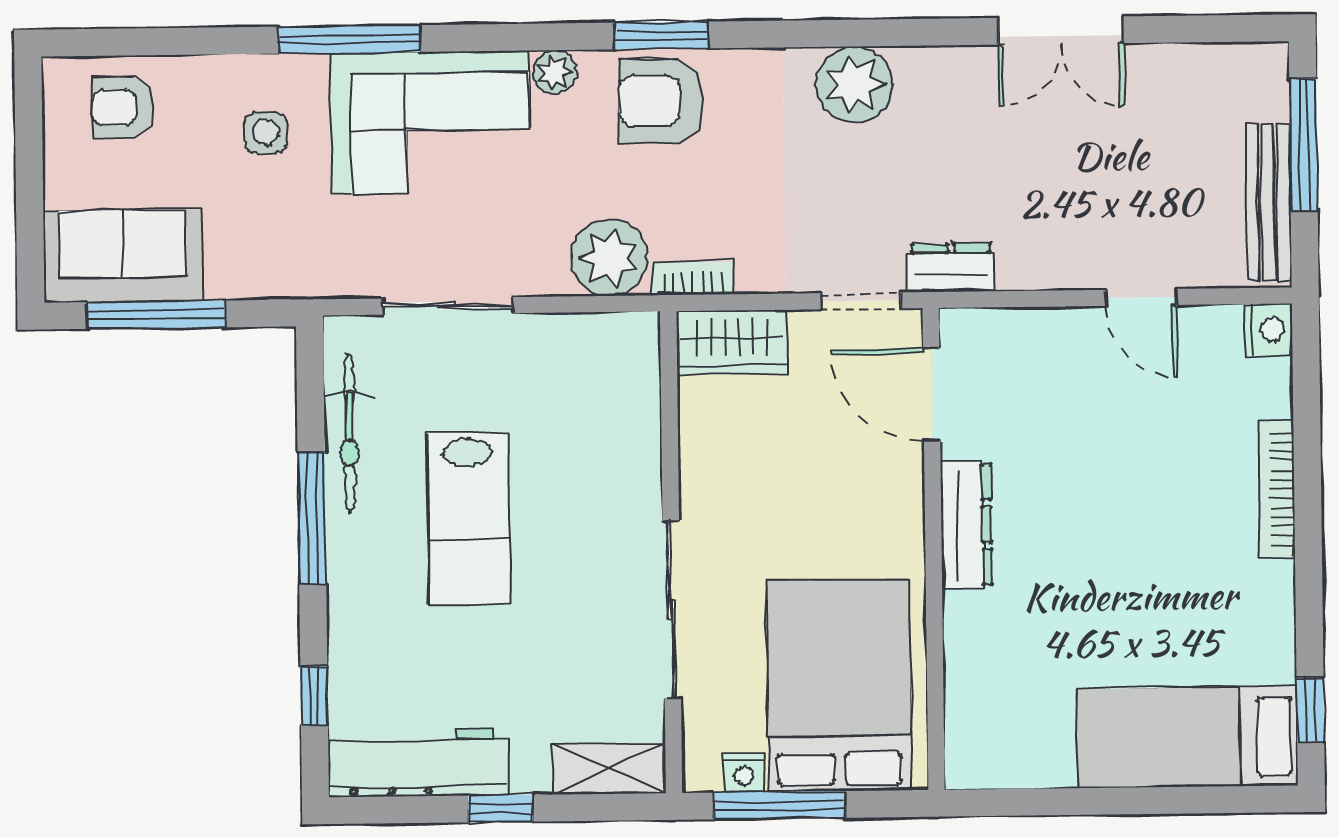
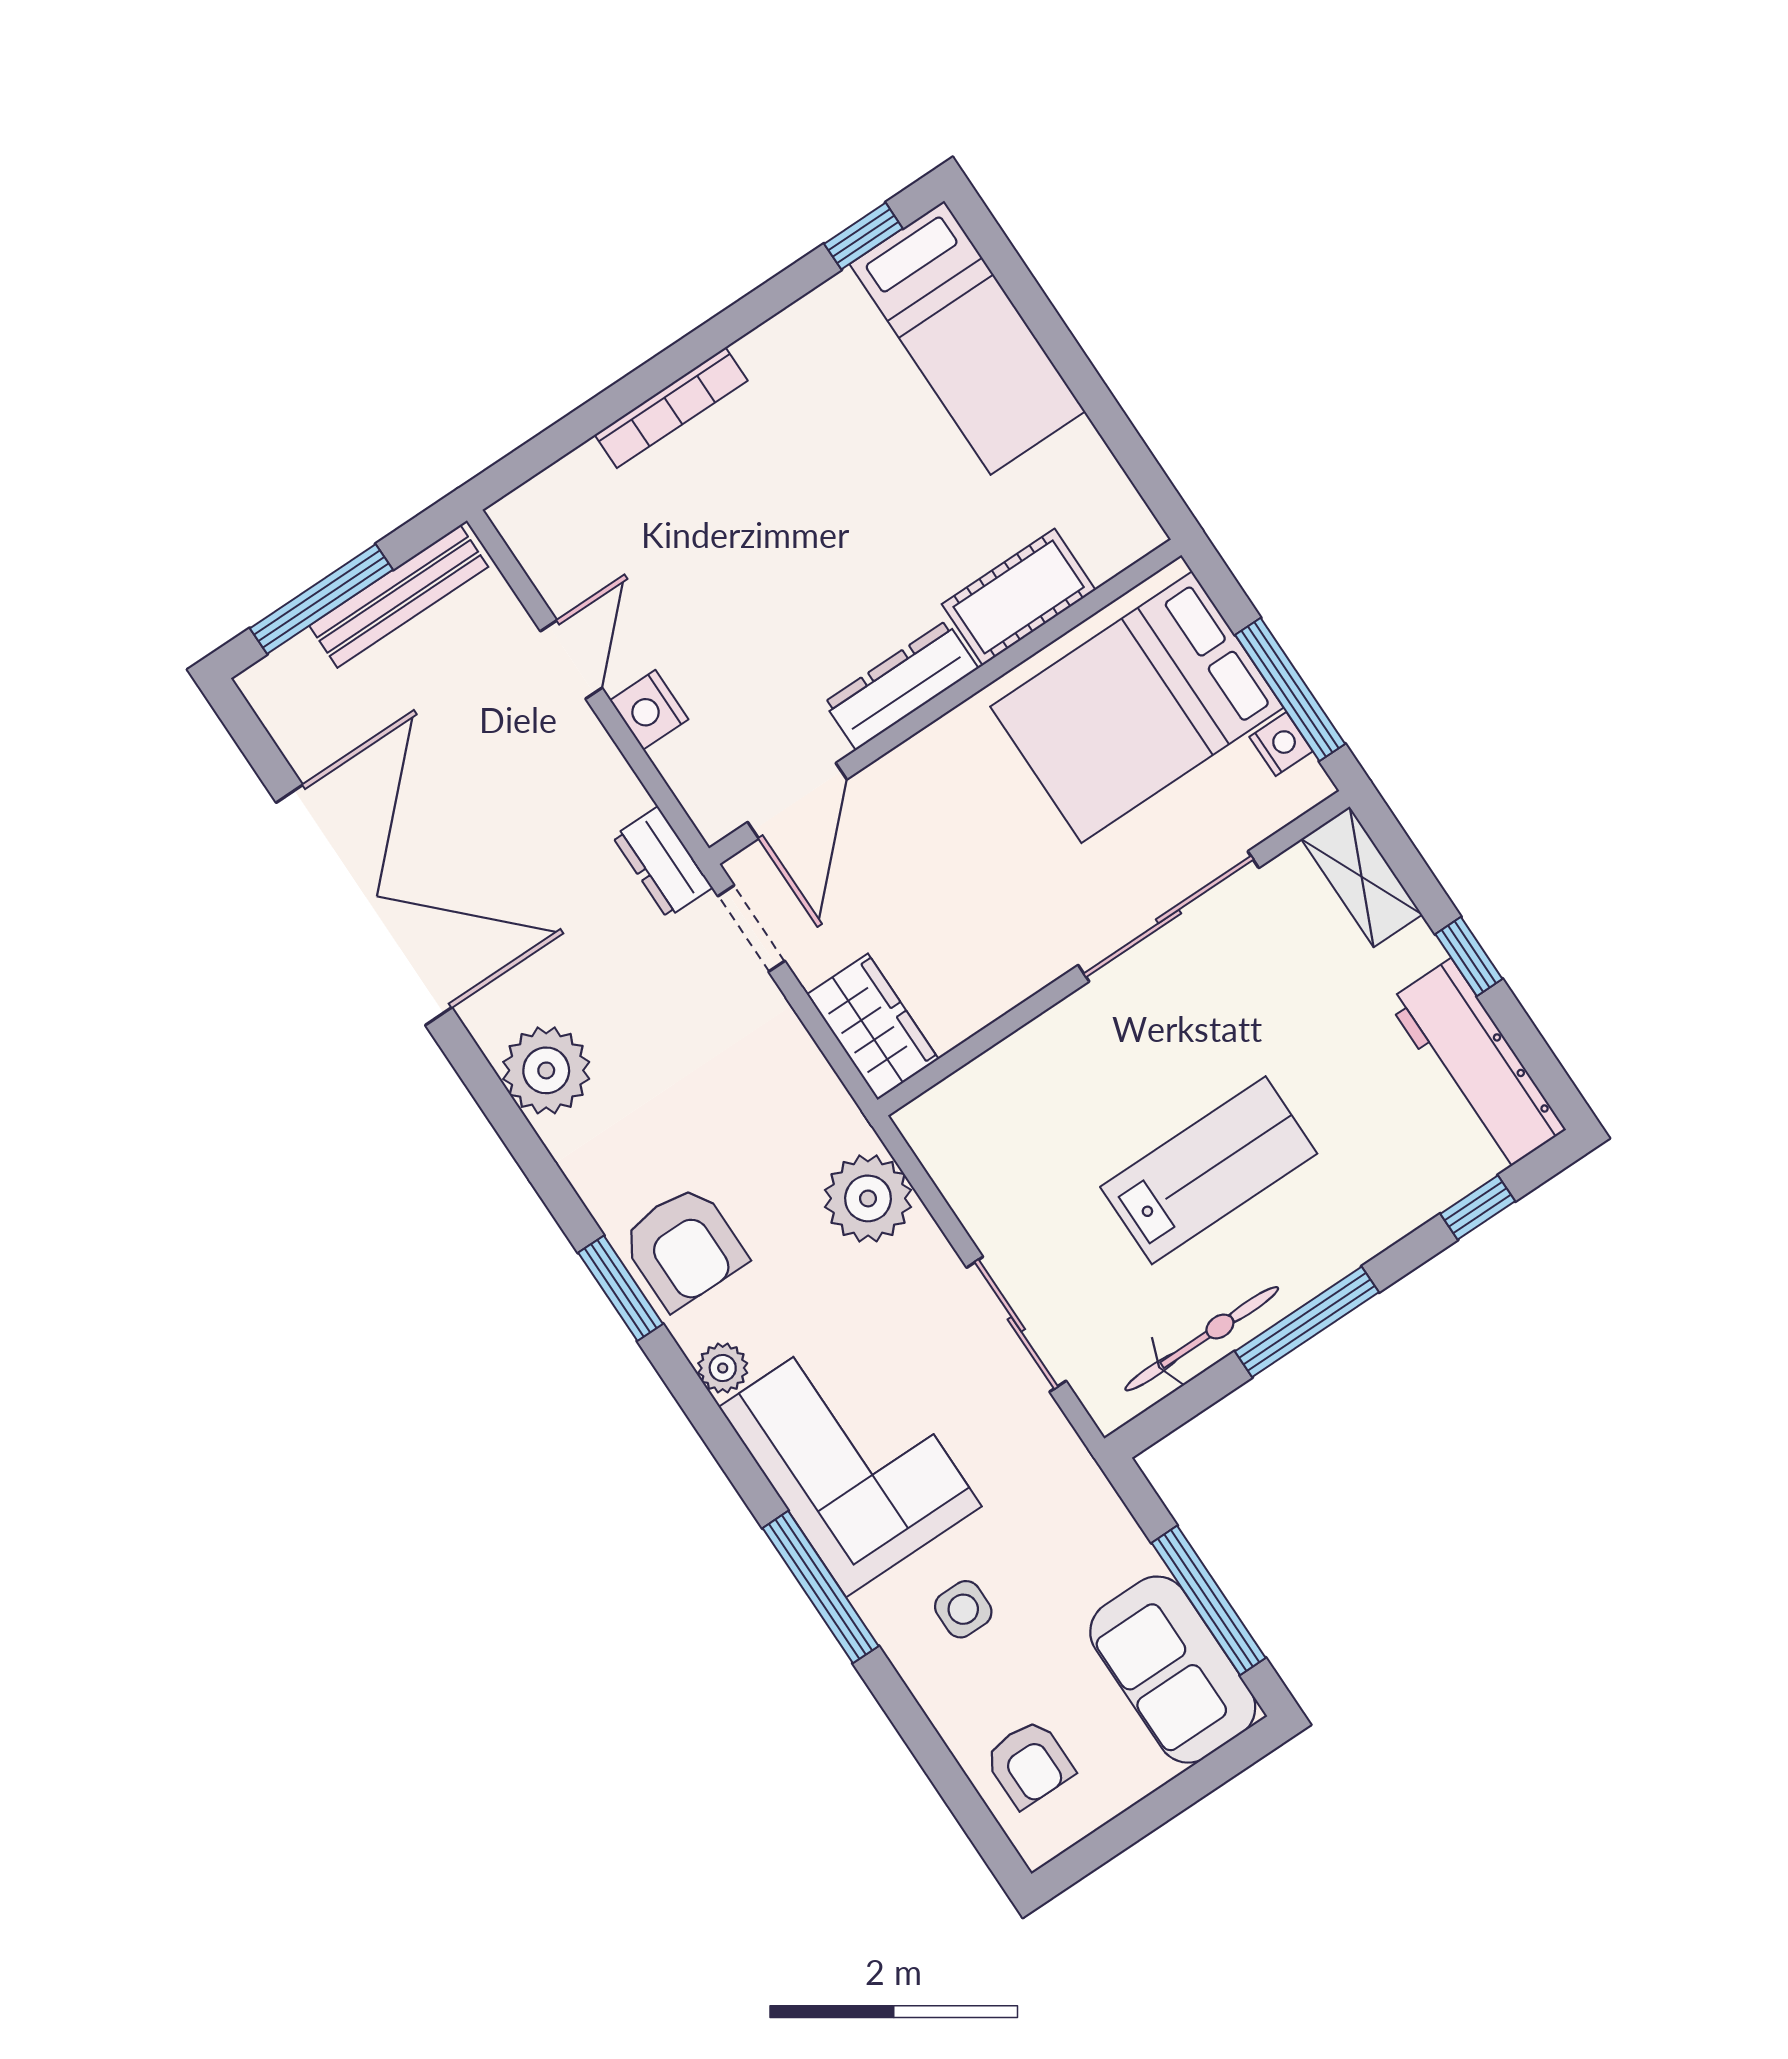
double door: (1061, 31) -> (364, 905), width x1.87
bookcase: (693, 279) -> (836, 1105), removed
nightstand: (1269, 330) -> (649, 710), moved, turned -90
cot: (975, 652) -> (1019, 597), added

